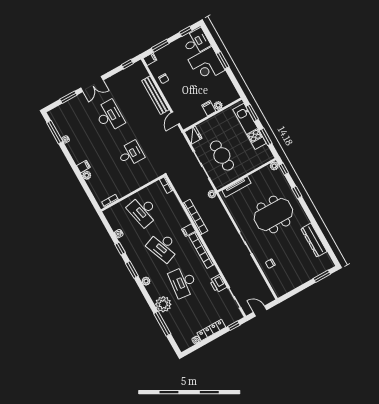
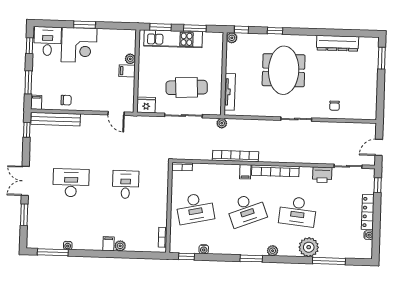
double door: (92, 84) -> (25, 181), swing flipped
bench: (155, 95) -> (56, 119), moved
window: (120, 249) -> (187, 256), moved

